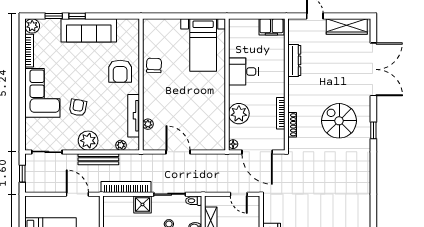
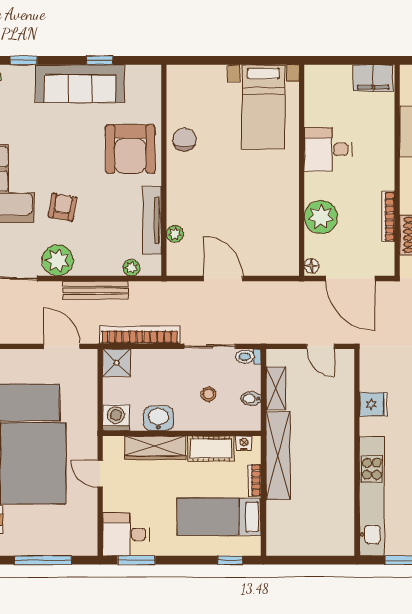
window: (77, 16) -> (100, 60), moved
armchair: (120, 71) -> (130, 149), width x1.36, depth x1.36
plant: (88, 141) -> (58, 260), moved
shower: (142, 204) -> (117, 363), moved

